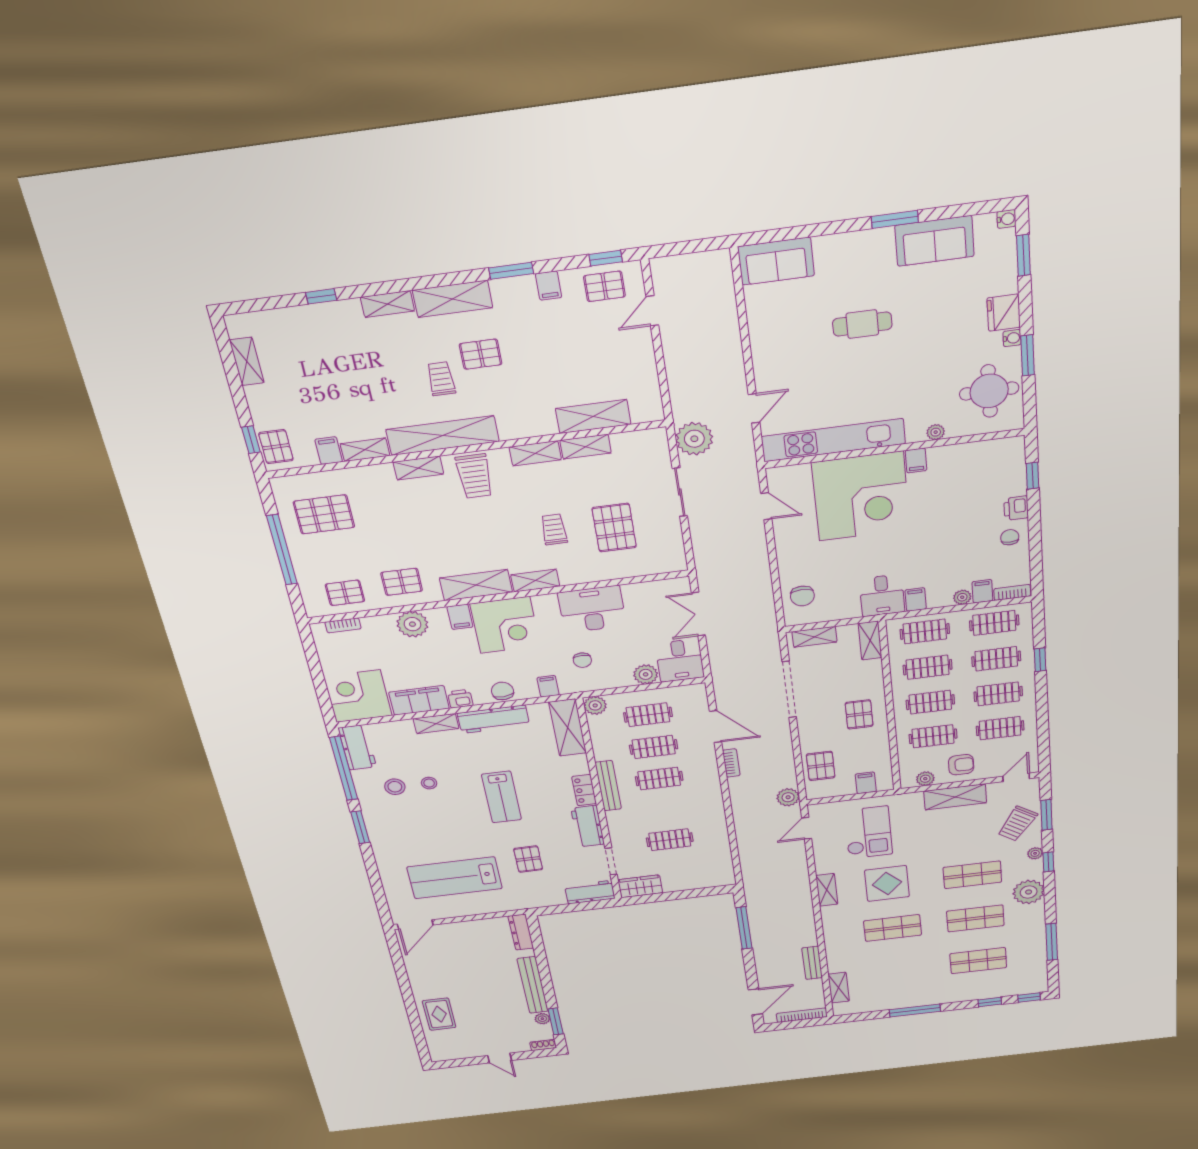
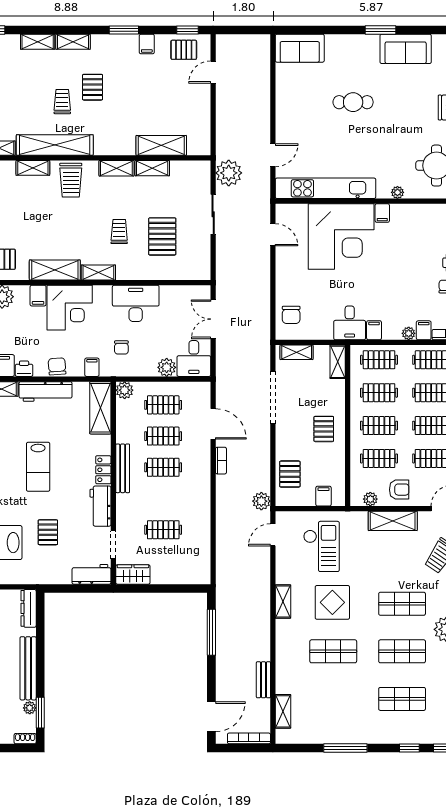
shelving: (453, 299) -> (73, 42), width x0.67, depth x0.75
pallet: (481, 354) -> (93, 87), turned 90

